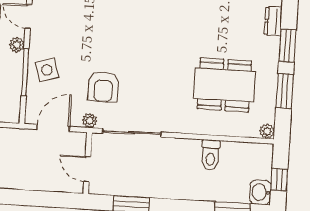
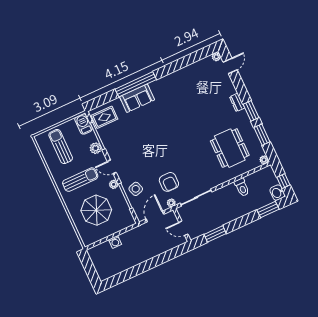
dining table: (224, 85) -> (230, 148), turned 90

